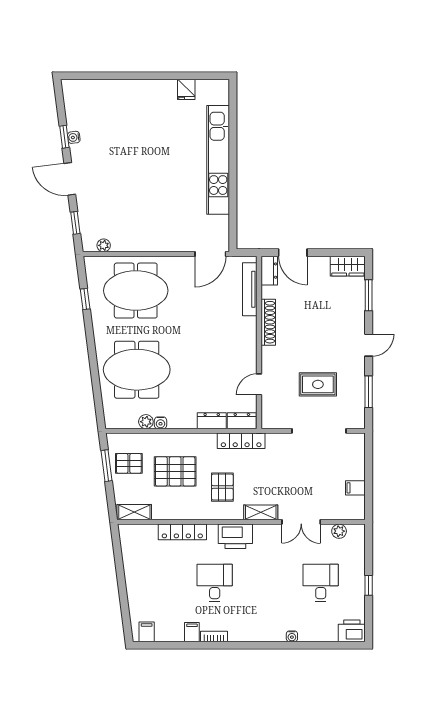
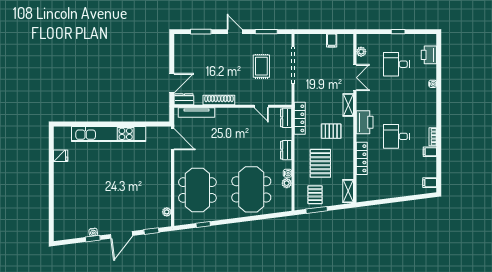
wardrobe: (348, 266) -> (181, 46), removed
dresser: (212, 421) -> (286, 150), moved
printer: (352, 631) -> (429, 55), moved

